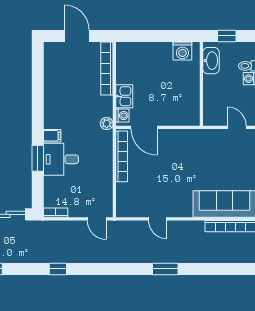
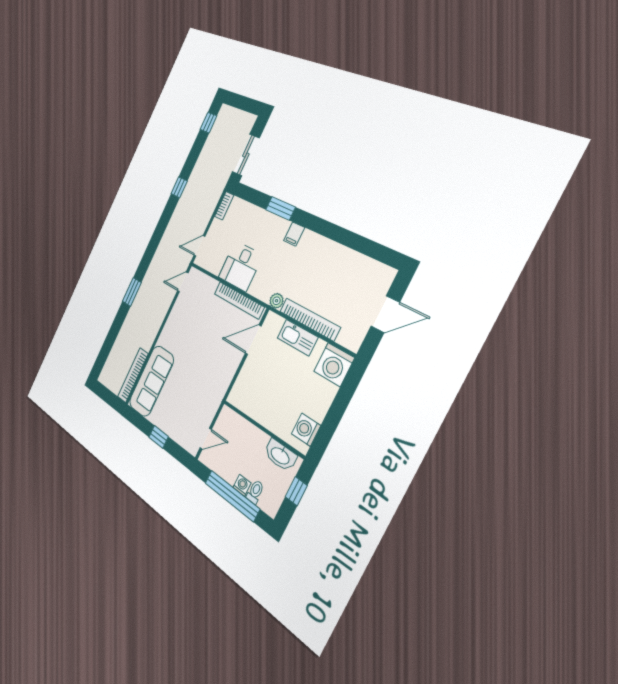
bookcase: (107, 69) -> (310, 319), moved
kitchen sink: (124, 96) -> (297, 338), width x1.38
washing machine: (122, 116) -> (334, 365), moved, width x1.89, depth x1.89
desk: (61, 159) -> (241, 266), moved, turned 180
door: (158, 219) -> (183, 282), moved

